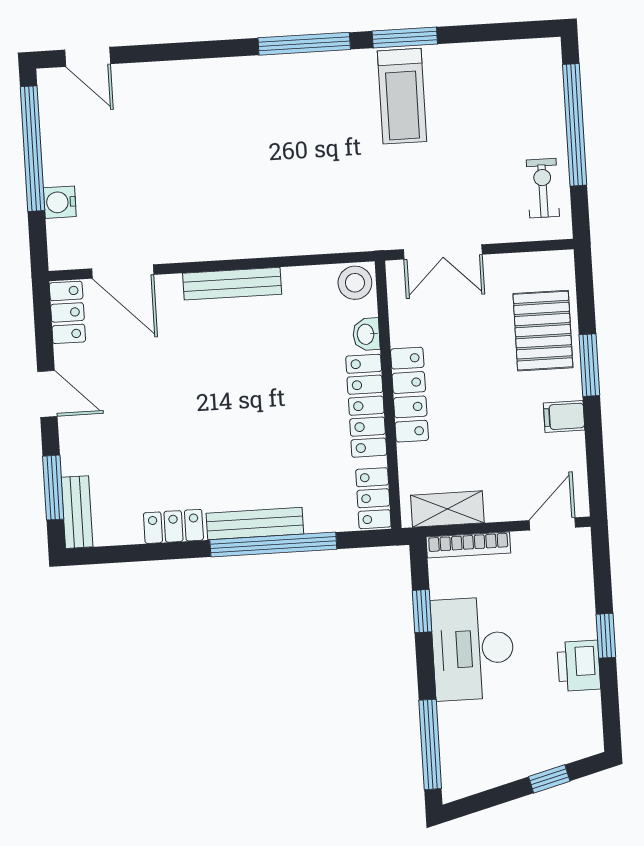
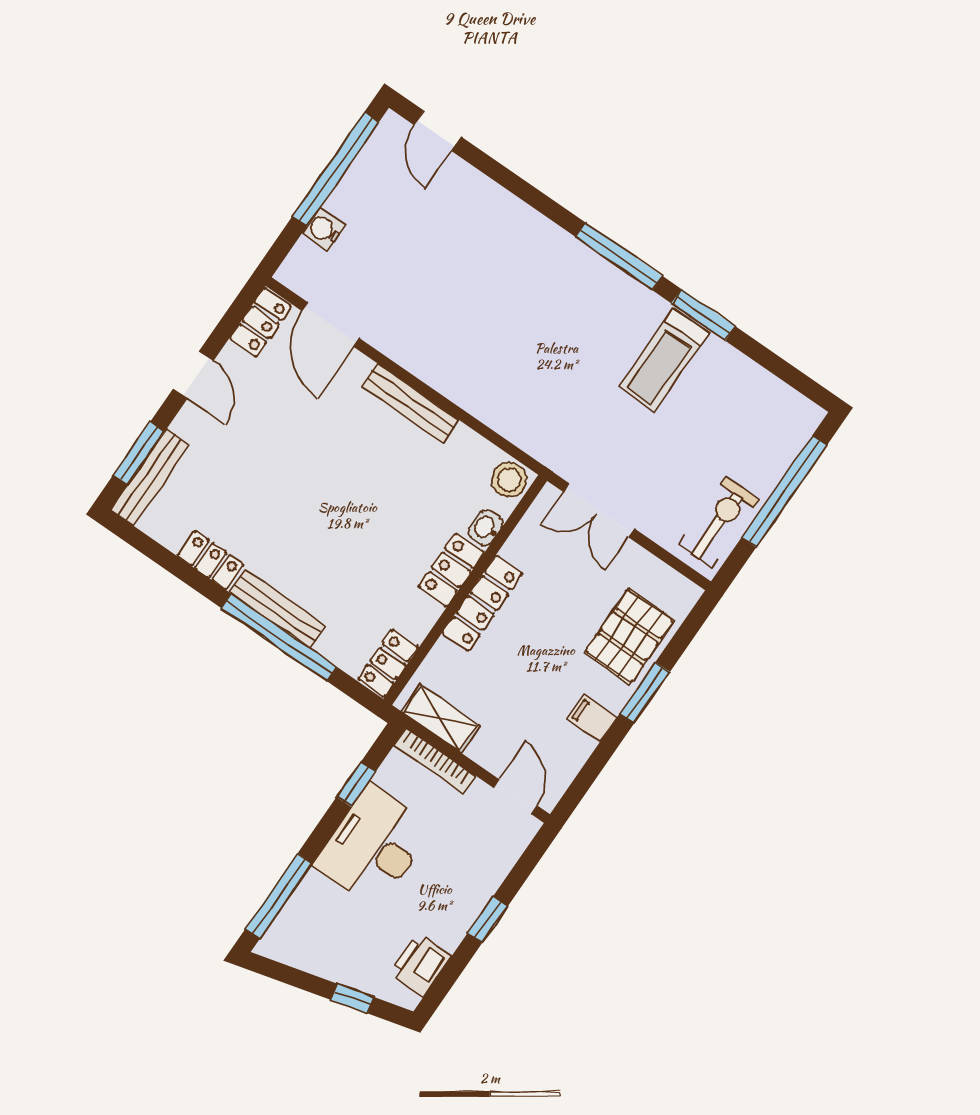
exercise bike: (543, 188) -> (719, 522), width x1.38, depth x1.39
locker: (366, 406) -> (451, 570), width x0.66
bench: (77, 512) -> (150, 477), width x1.36
door: (552, 524) -> (515, 797), hinge flipped
printer: (579, 666) -> (421, 965), moved

